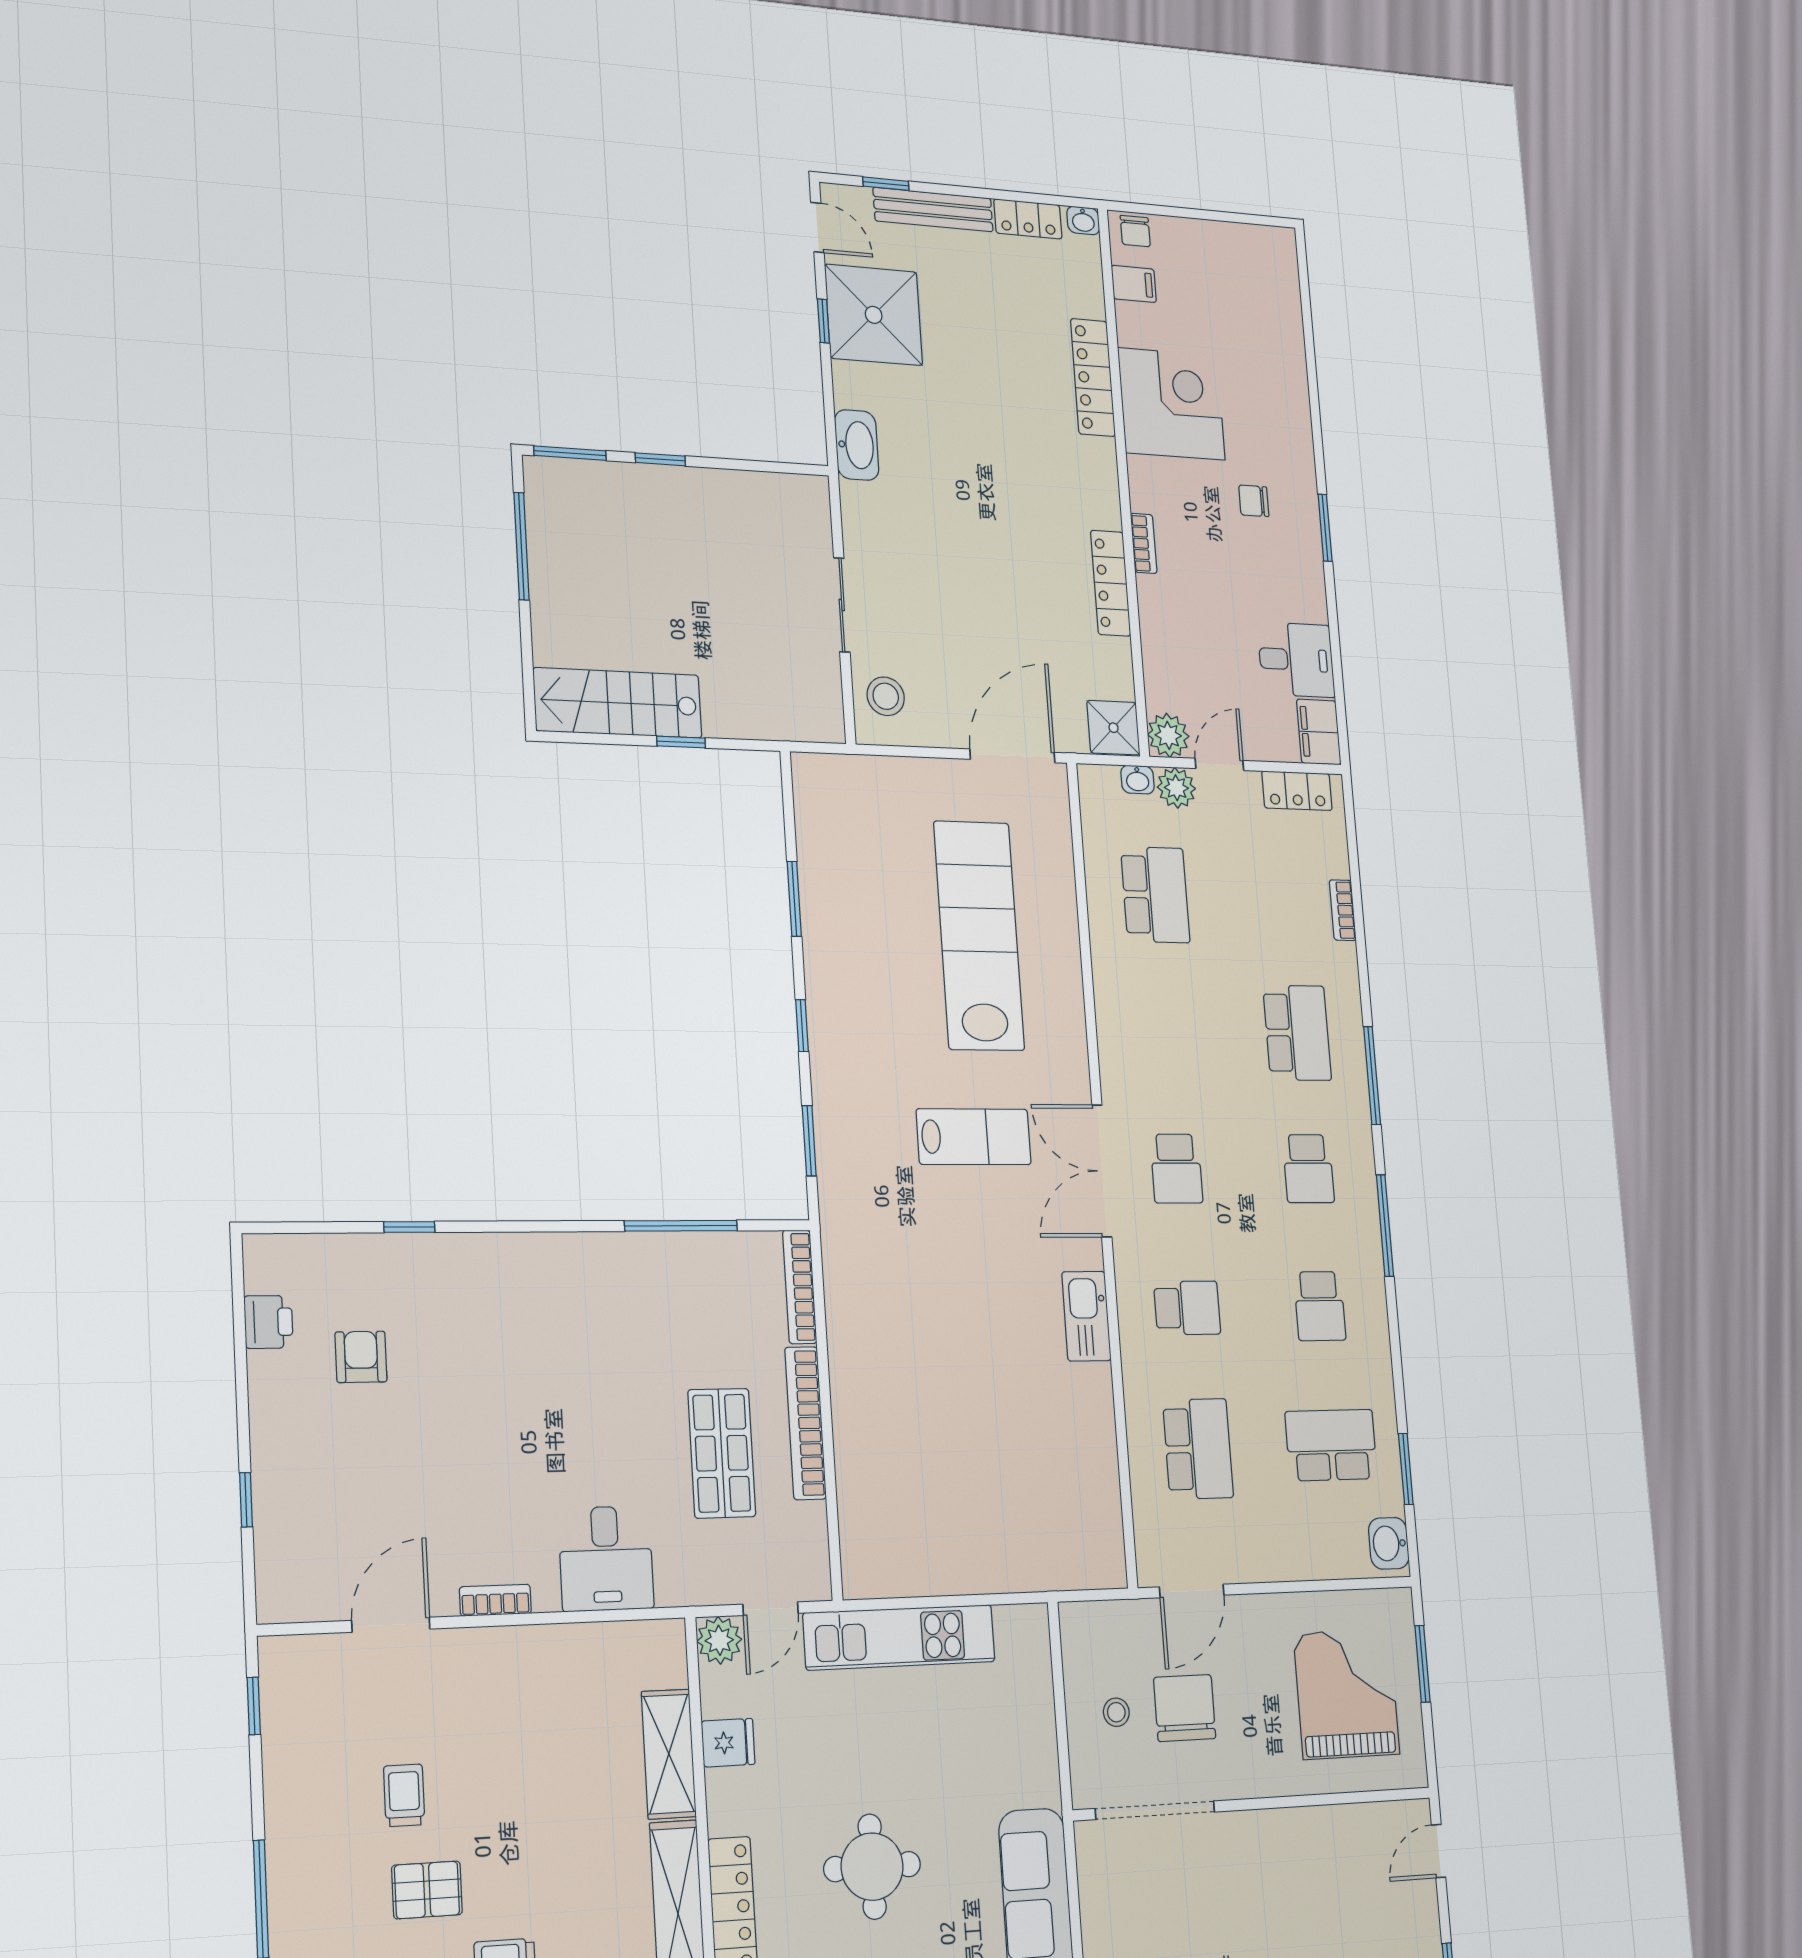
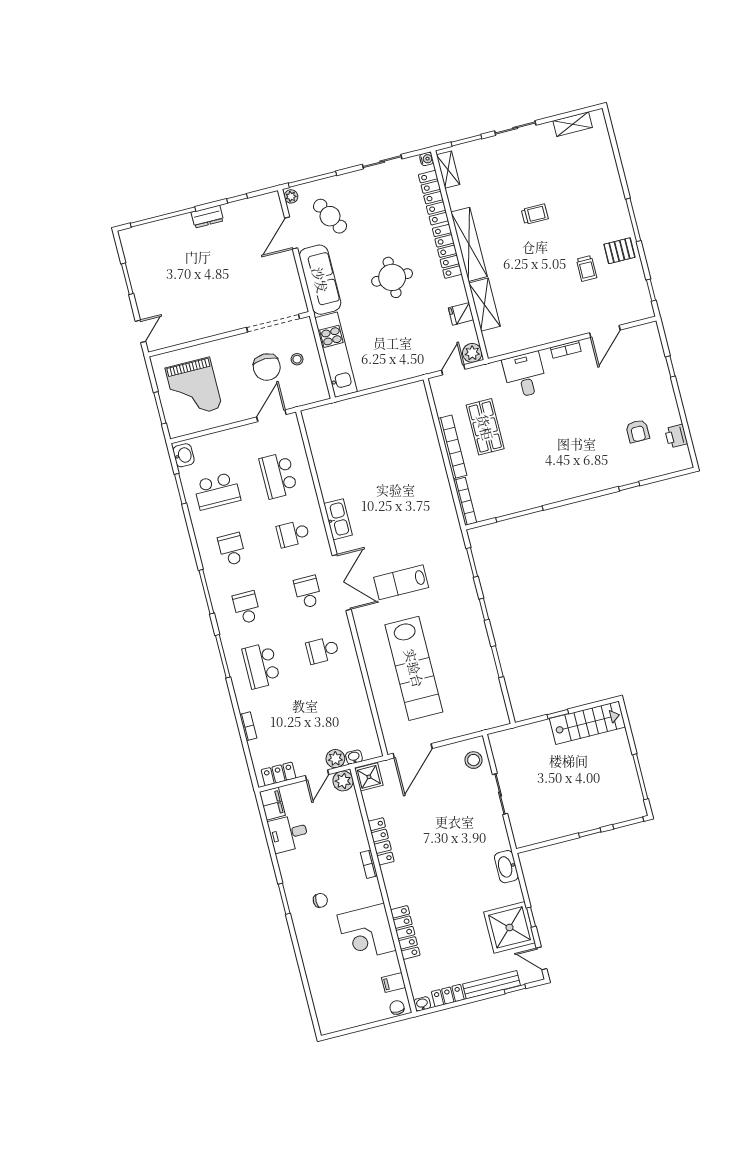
school desk: (1155, 895) -> (323, 650), moved, width x0.54
kitchen unit: (899, 1637) -> (336, 355), moved, turned 90
pallet: (427, 1890) -> (619, 251), moved

